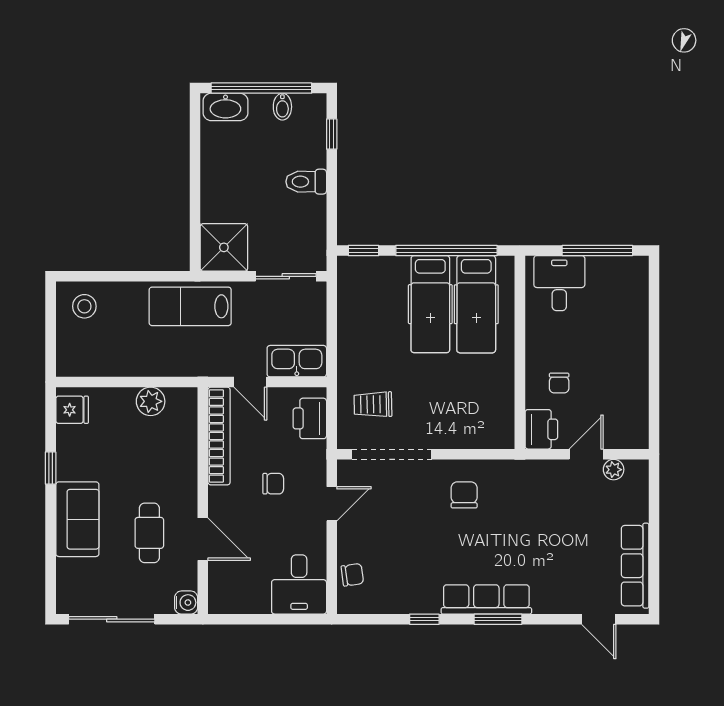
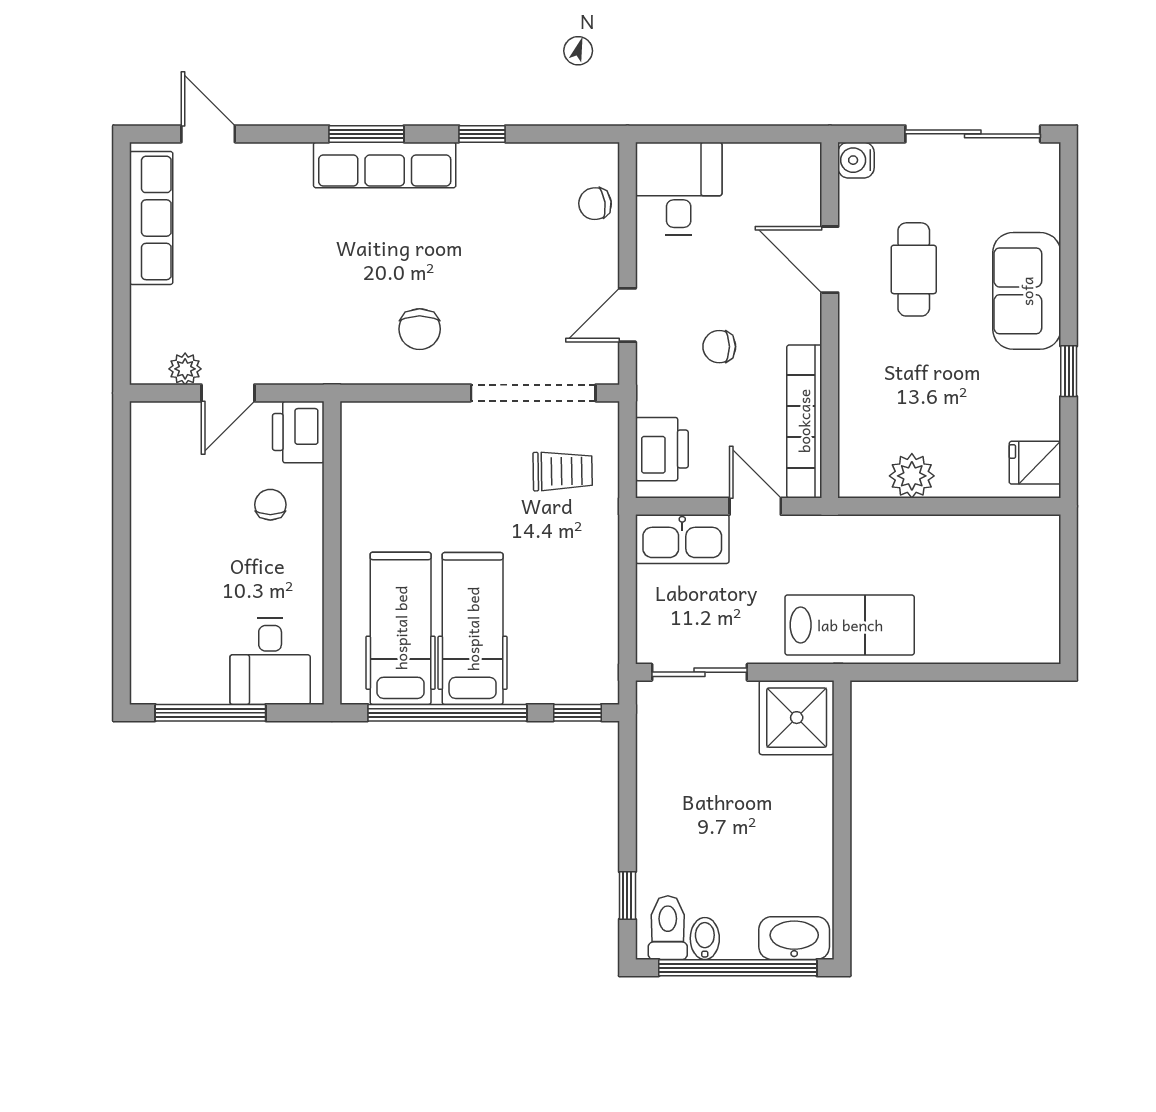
toilet: (306, 182) -> (668, 928), moved, turned -90
stool: (84, 306) -> (1016, 625), removed

